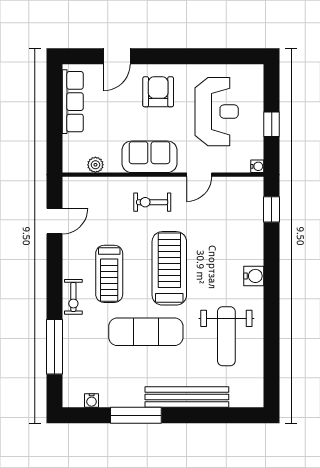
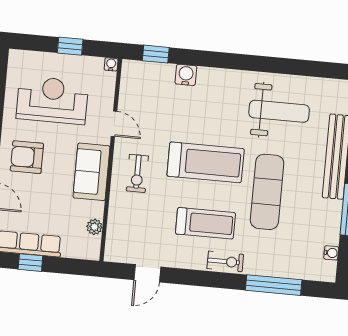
window: (55, 105) -> (30, 263), added
door: (55, 221) -> (147, 273), swing flipped
treadmill: (169, 268) -> (206, 162), turned 180
water cooler: (254, 276) -> (186, 75), moved

